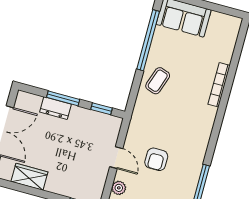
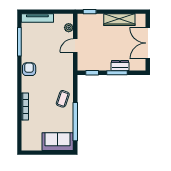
door: (116, 158) -> (75, 46), hinge flipped
armchair: (156, 159) -> (29, 69), moved
wardrobe: (29, 177) -> (119, 20), width x1.50

